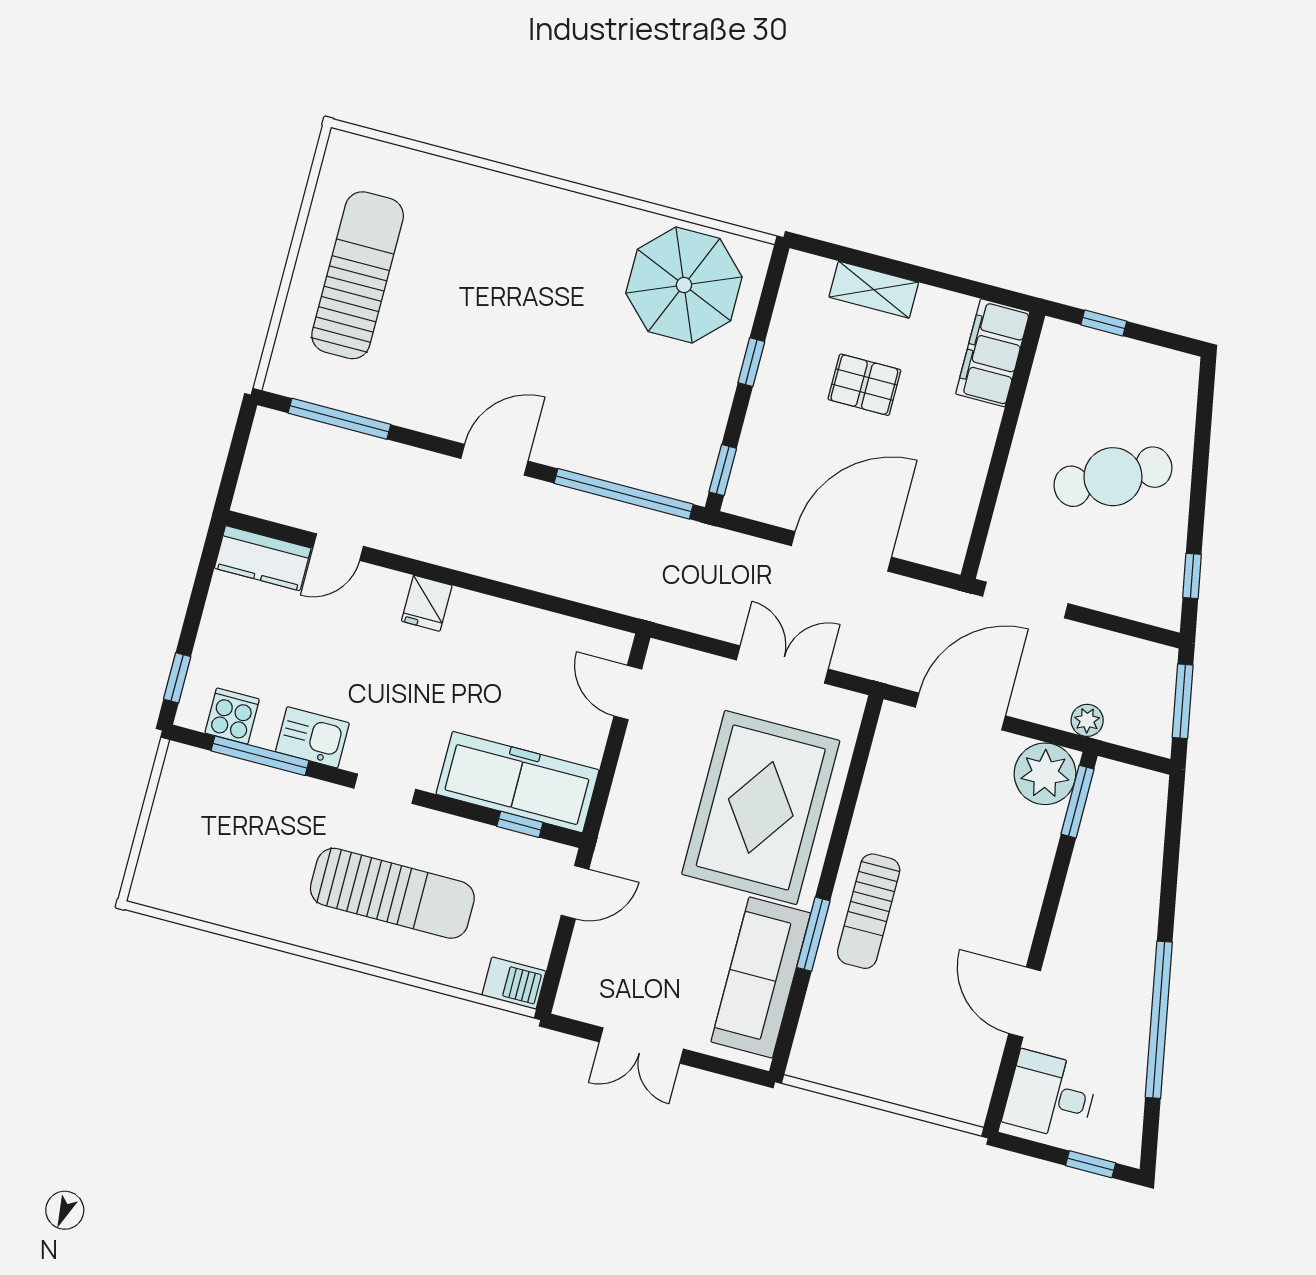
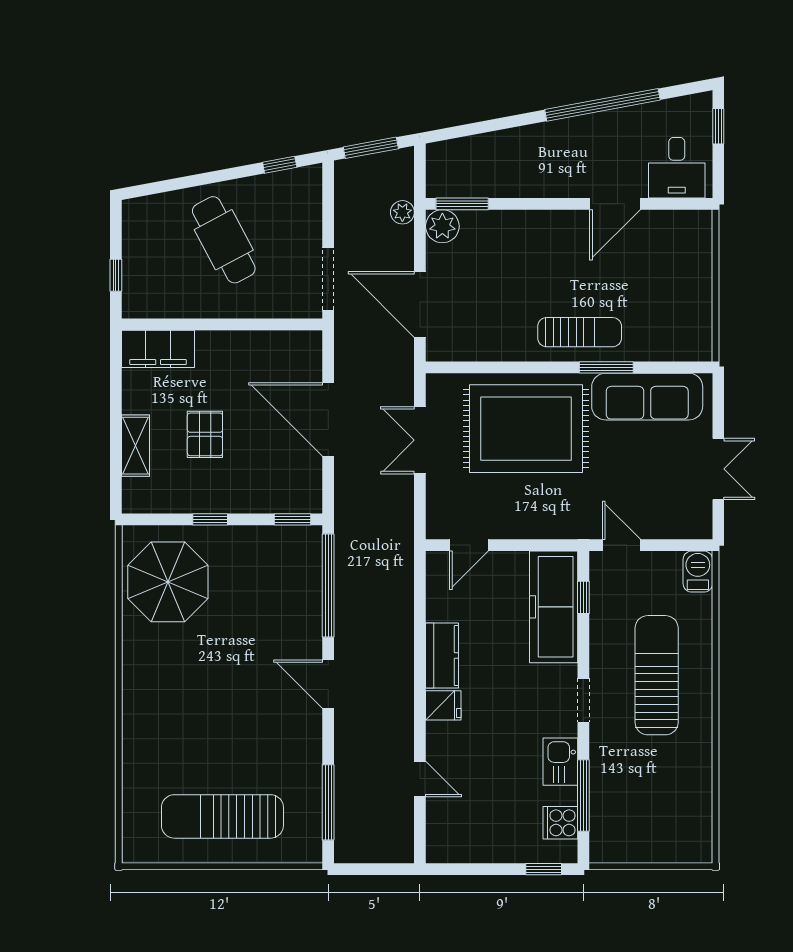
kitchen counter: (263, 558) -> (442, 656), moved
plant: (1045, 774) -> (442, 226), width x0.73, depth x0.73

